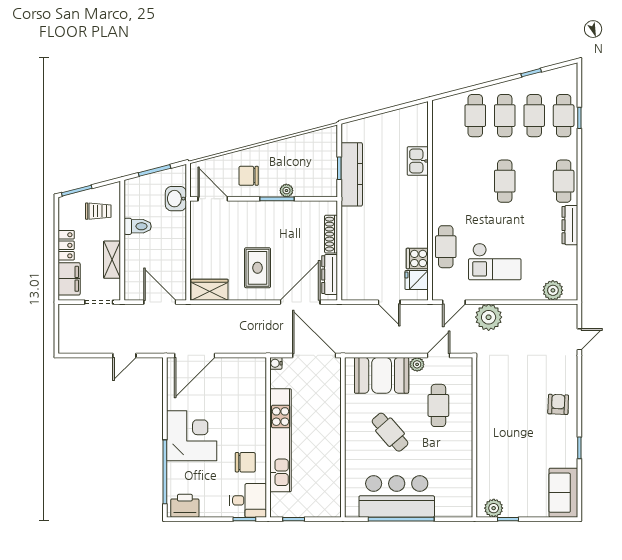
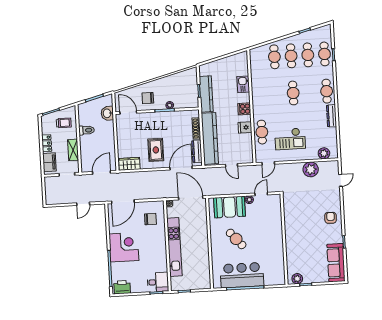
kitchen counter: (354, 253) -> (210, 138), added
cooker: (417, 258) -> (244, 109), moved
fridge: (417, 280) -> (245, 127), moved
door: (160, 302) -> (102, 172), hinge flipped
plant: (489, 317) -> (311, 169), moved
cafe table: (438, 405) -> (263, 222), removed
chair: (245, 462) -> (150, 219), moved
sofa: (563, 493) -> (336, 263), width x1.36

